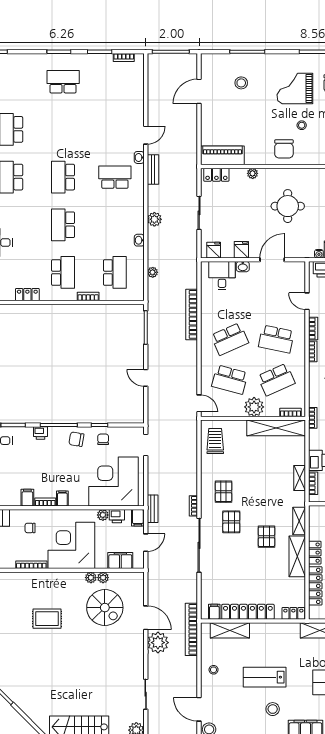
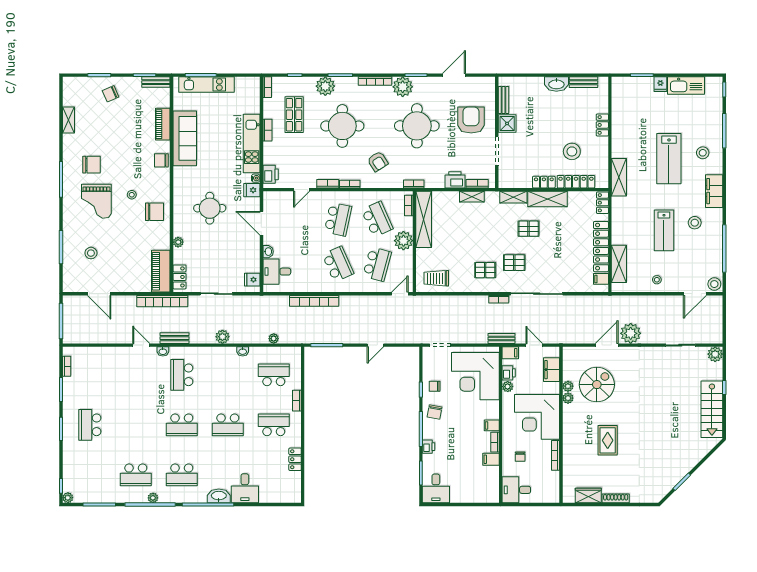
fridge: (241, 250) -> (252, 190), moved
bookcase: (191, 629) -> (162, 301), moved

